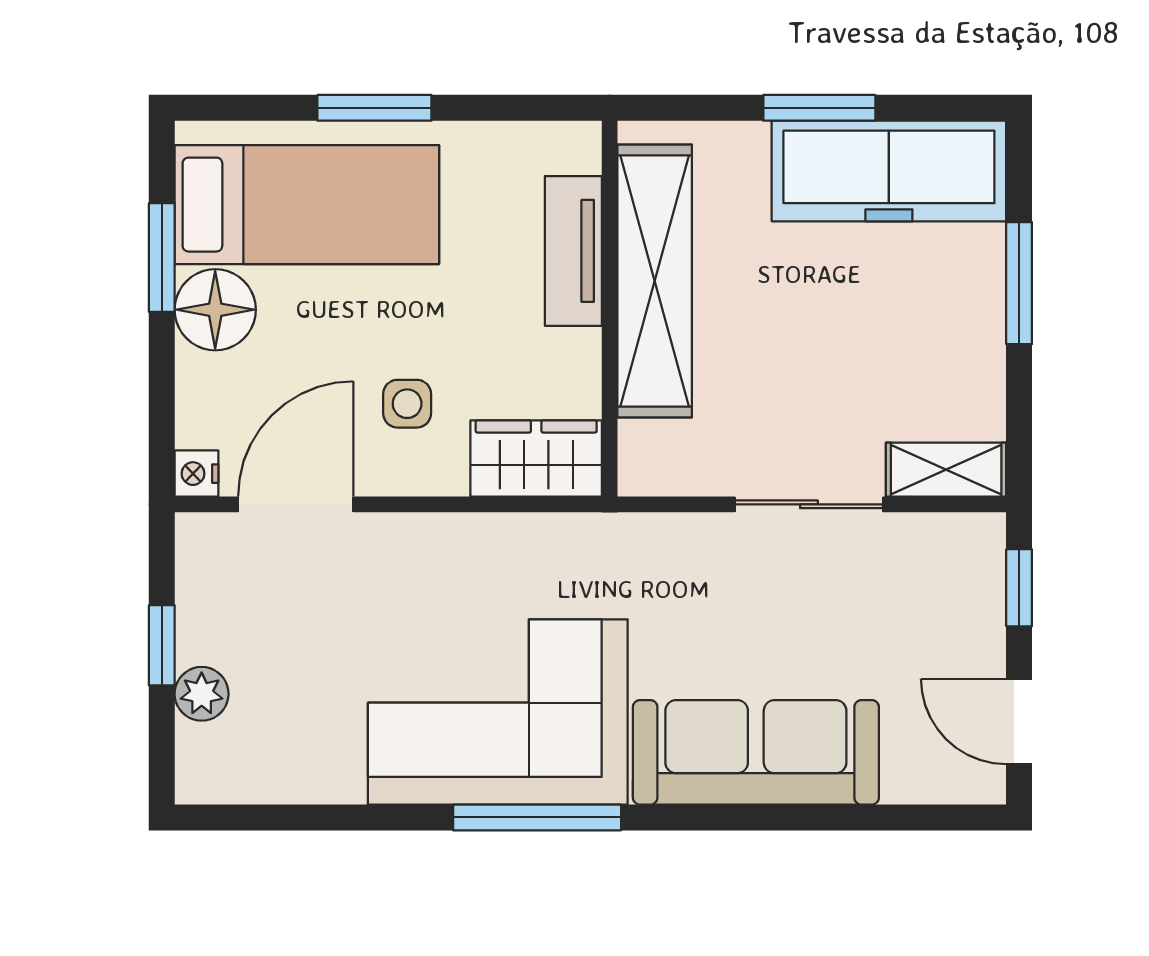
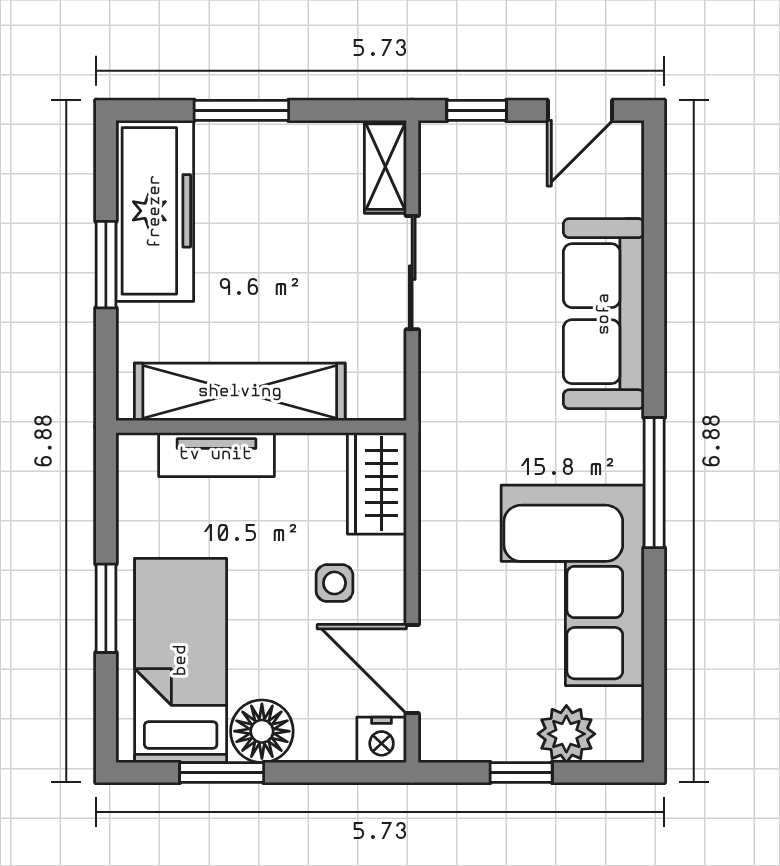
nightstand: (196, 474) -> (382, 740), width x1.39, depth x1.35
plant: (202, 694) -> (566, 734), width x1.38, depth x1.38
corner sofa: (498, 712) -> (573, 585), moved

